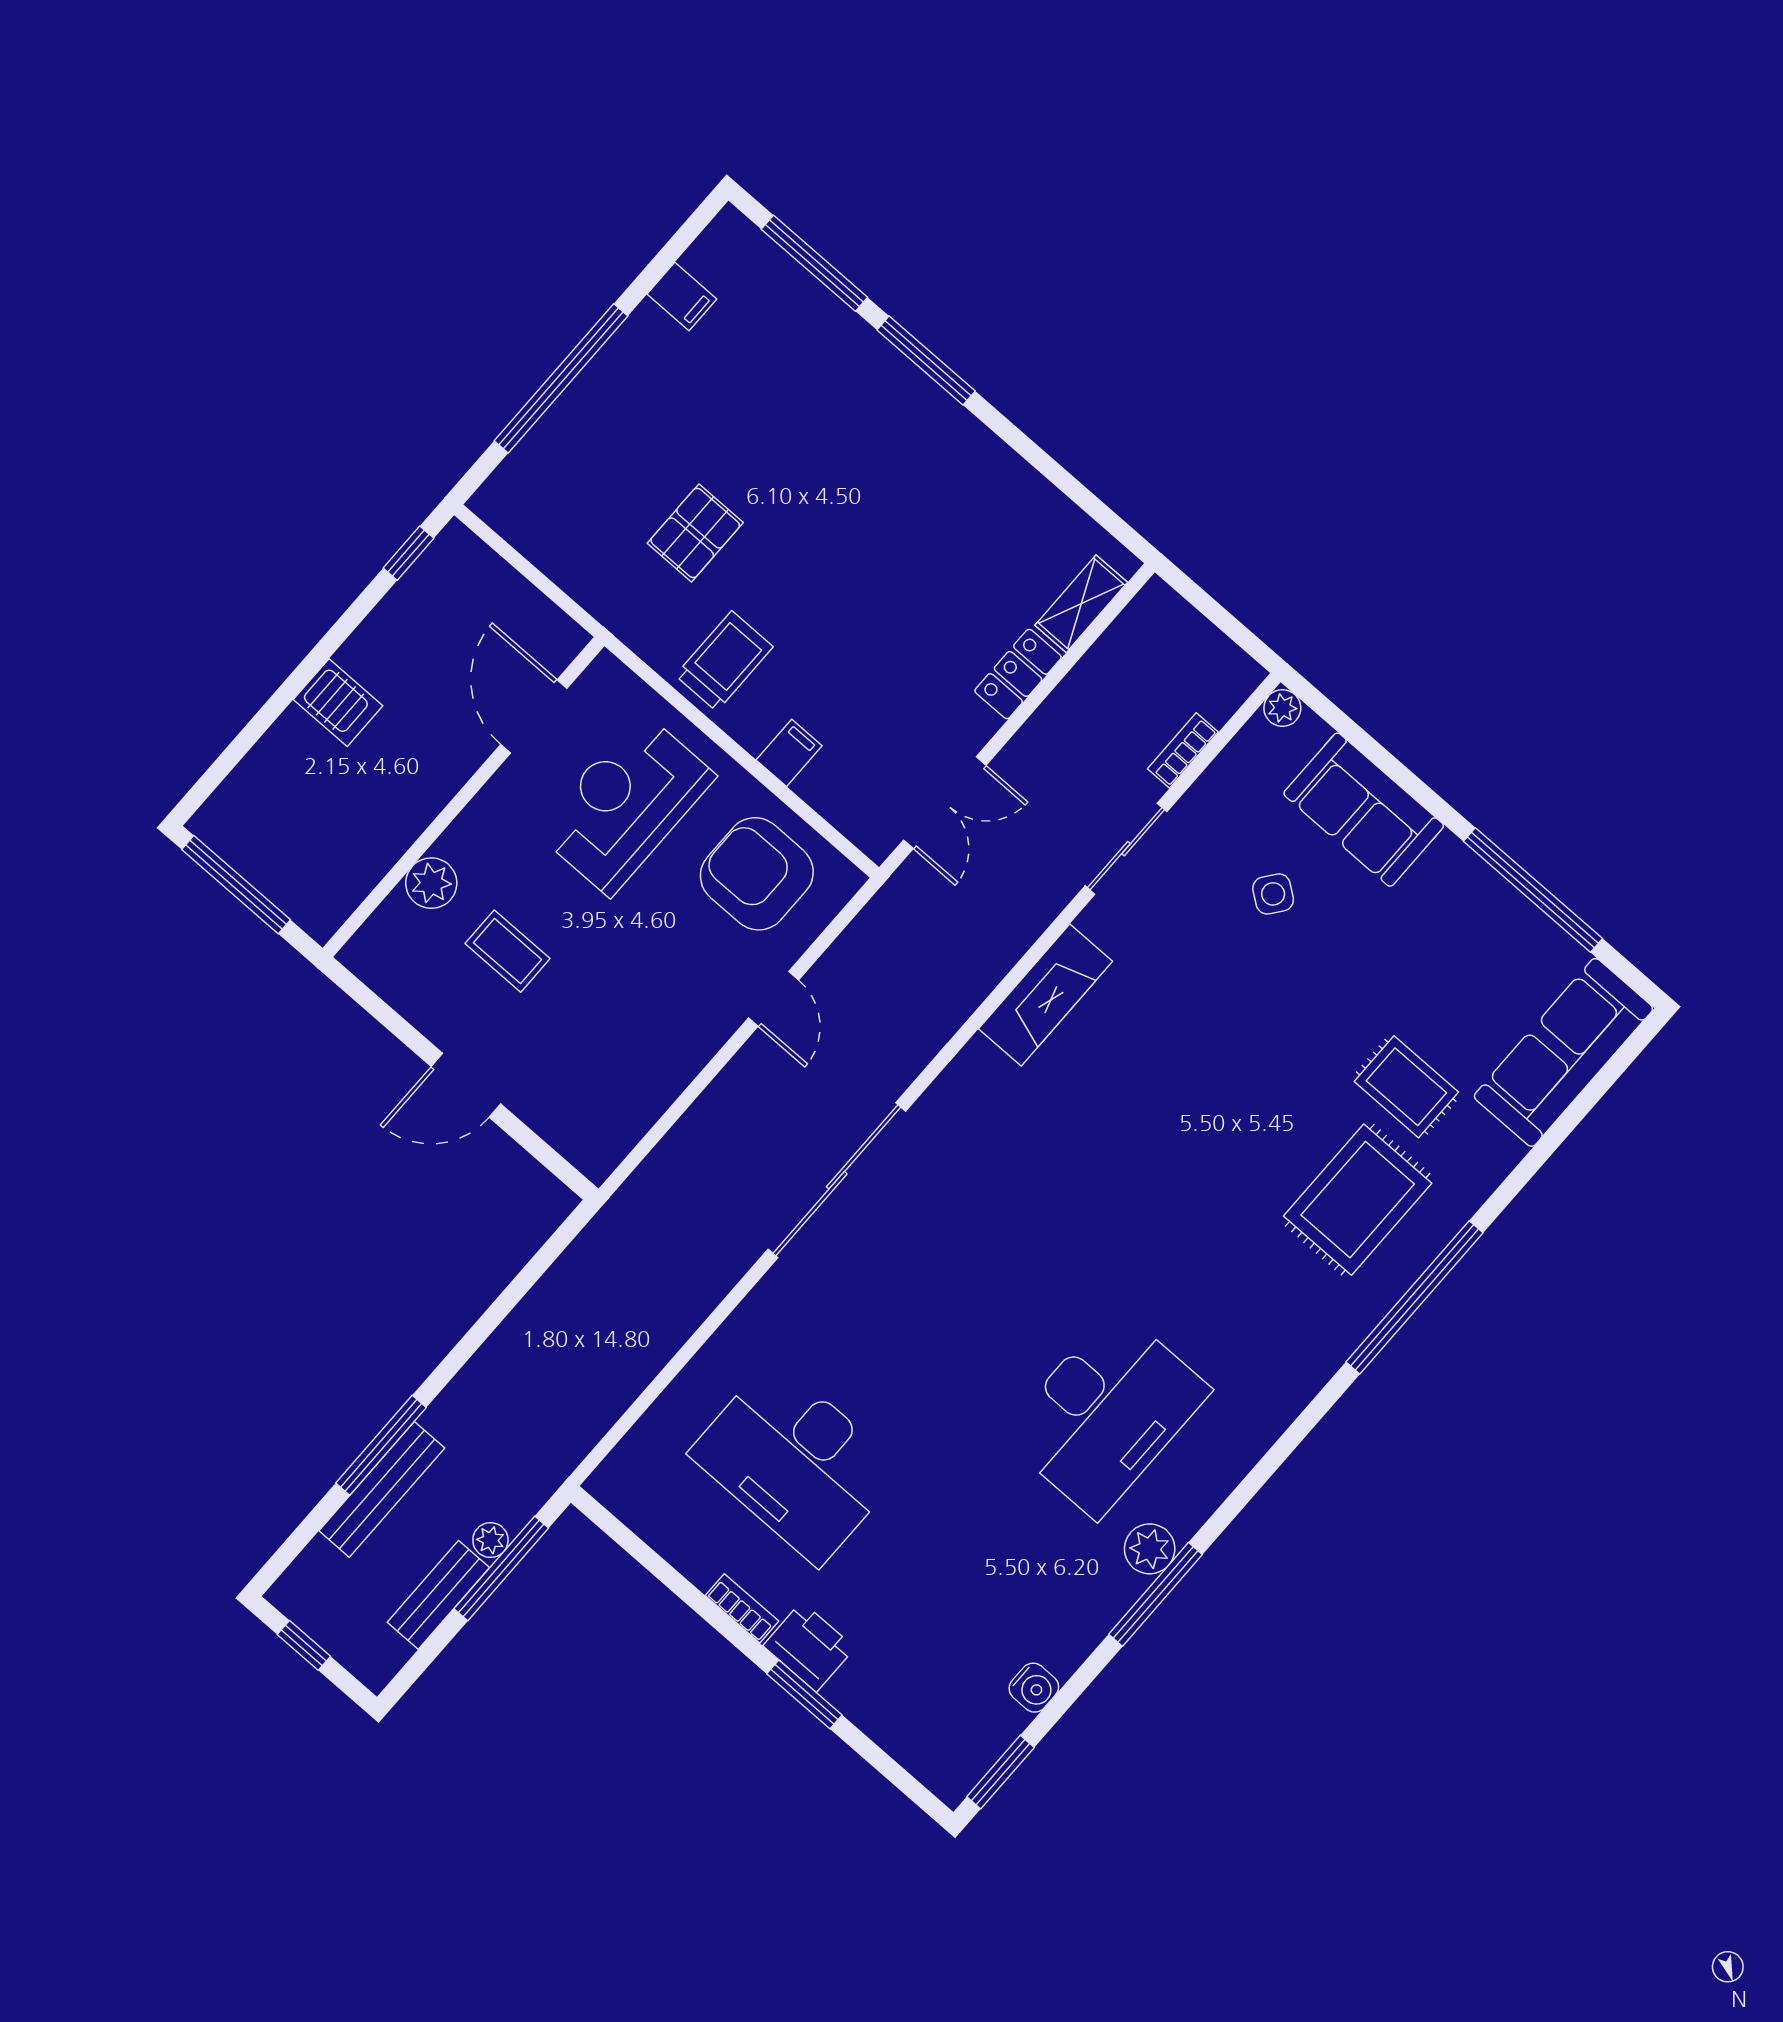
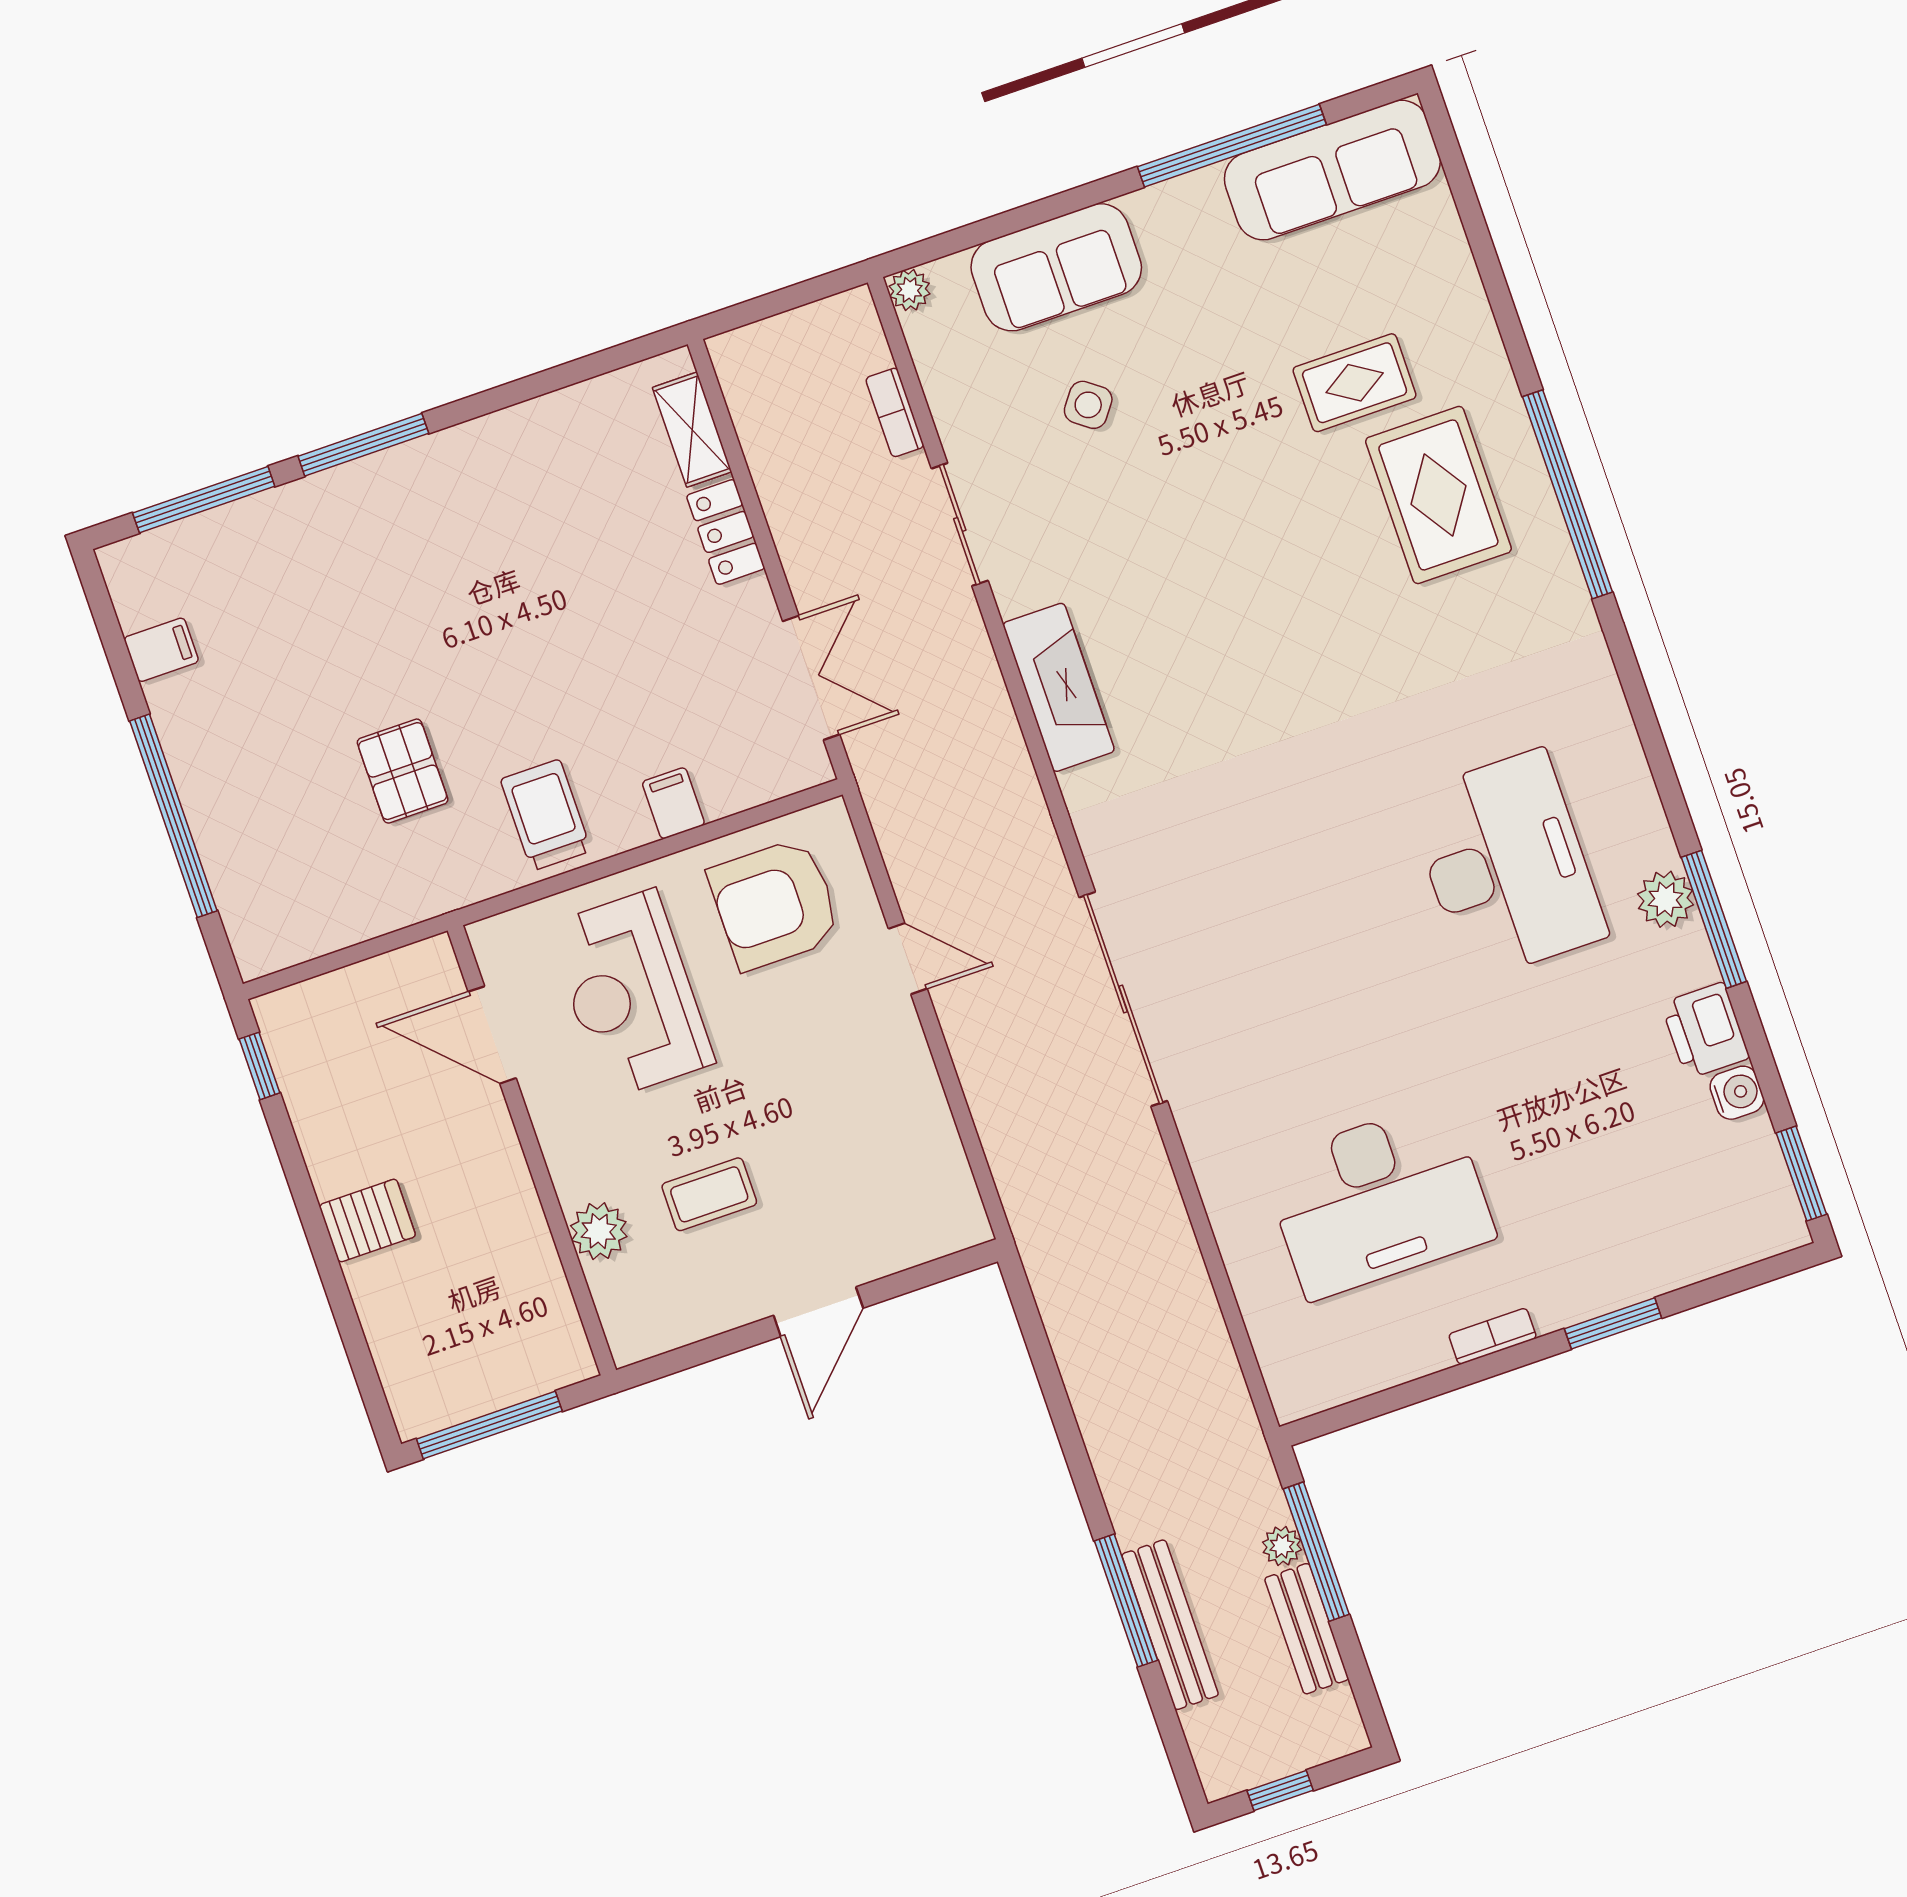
sofa: (1563, 1052) -> (1332, 170), moved, turned -90
printer: (809, 1647) -> (1705, 1031), moved, turned -90

